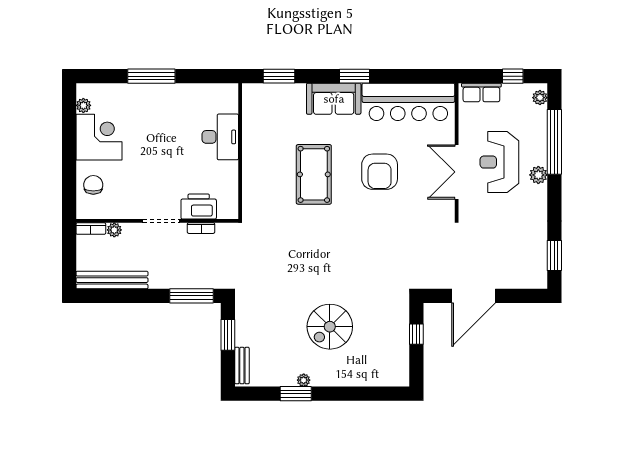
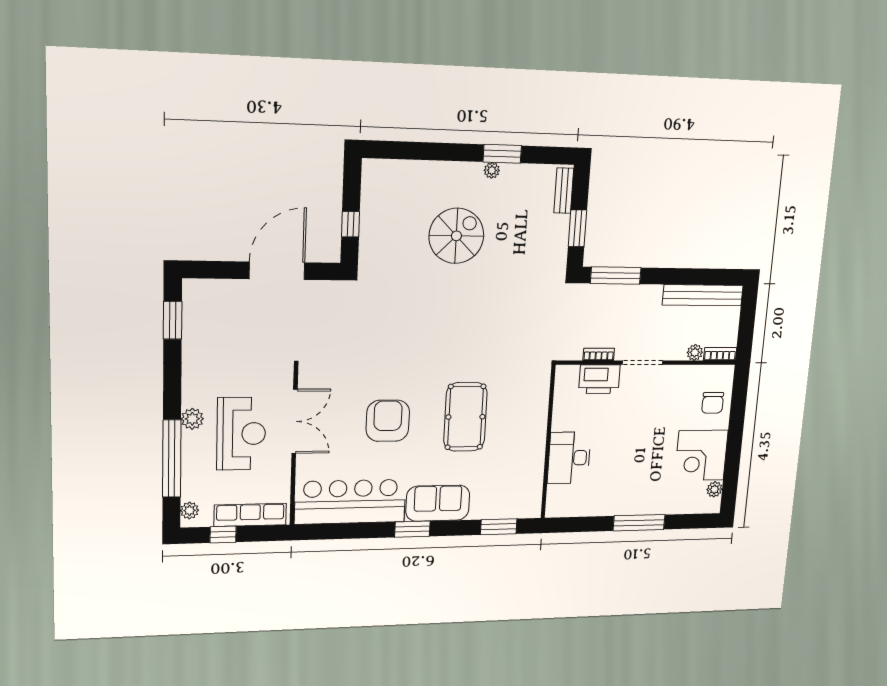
row of seats: (481, 92) -> (250, 515), width x1.48

